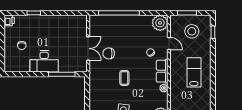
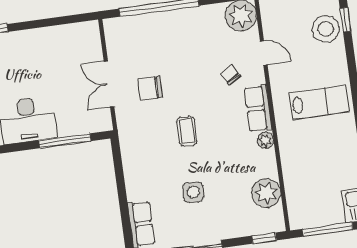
stool: (192, 31) -> (326, 29), moved
double door: (88, 49) -> (109, 84), swing flipped
lab bench: (194, 72) -> (319, 102), turned 90

